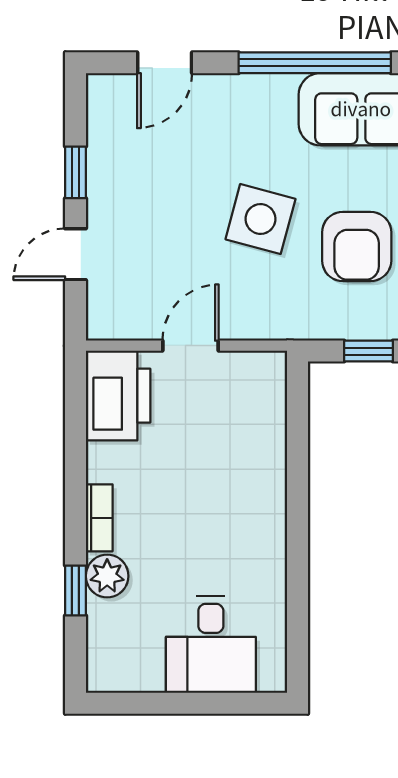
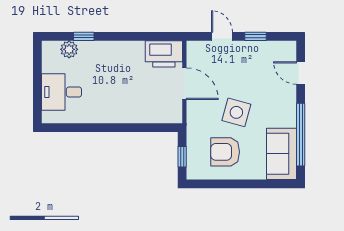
door: (191, 346) -> (184, 84), width x1.38
bookcase: (99, 518) -> (114, 46), removed
plant: (107, 576) -> (69, 49), moved

